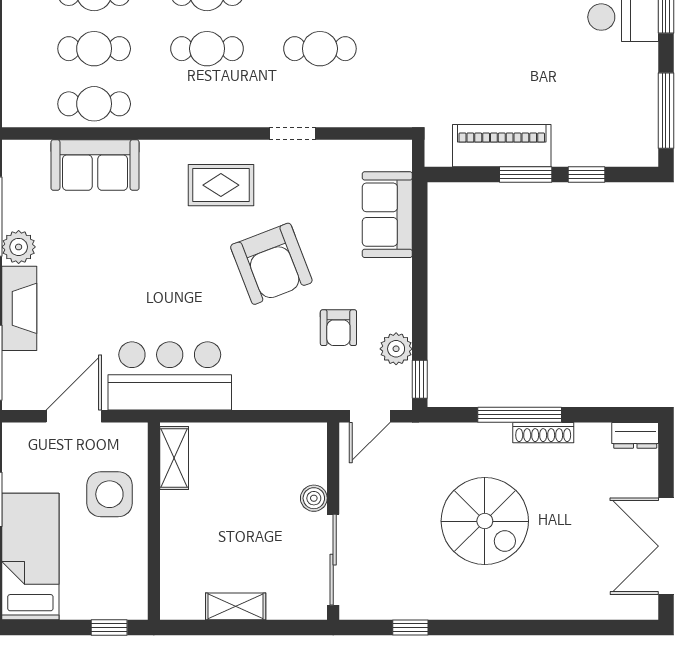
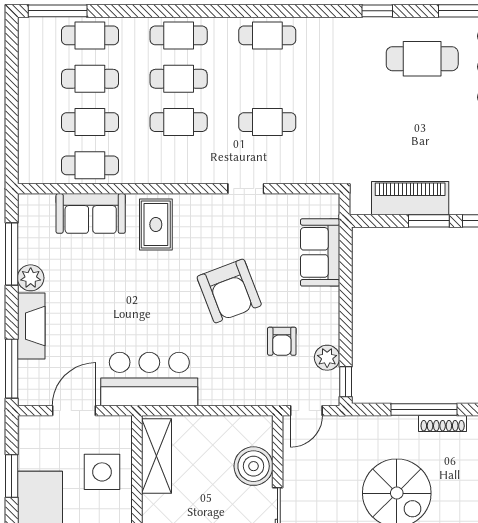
rug: (221, 185) -> (156, 224), moved, turned 90
shelving: (174, 458) -> (157, 456), width x1.50, depth x1.33
boiler: (314, 498) -> (254, 466), width x1.86, depth x1.86

